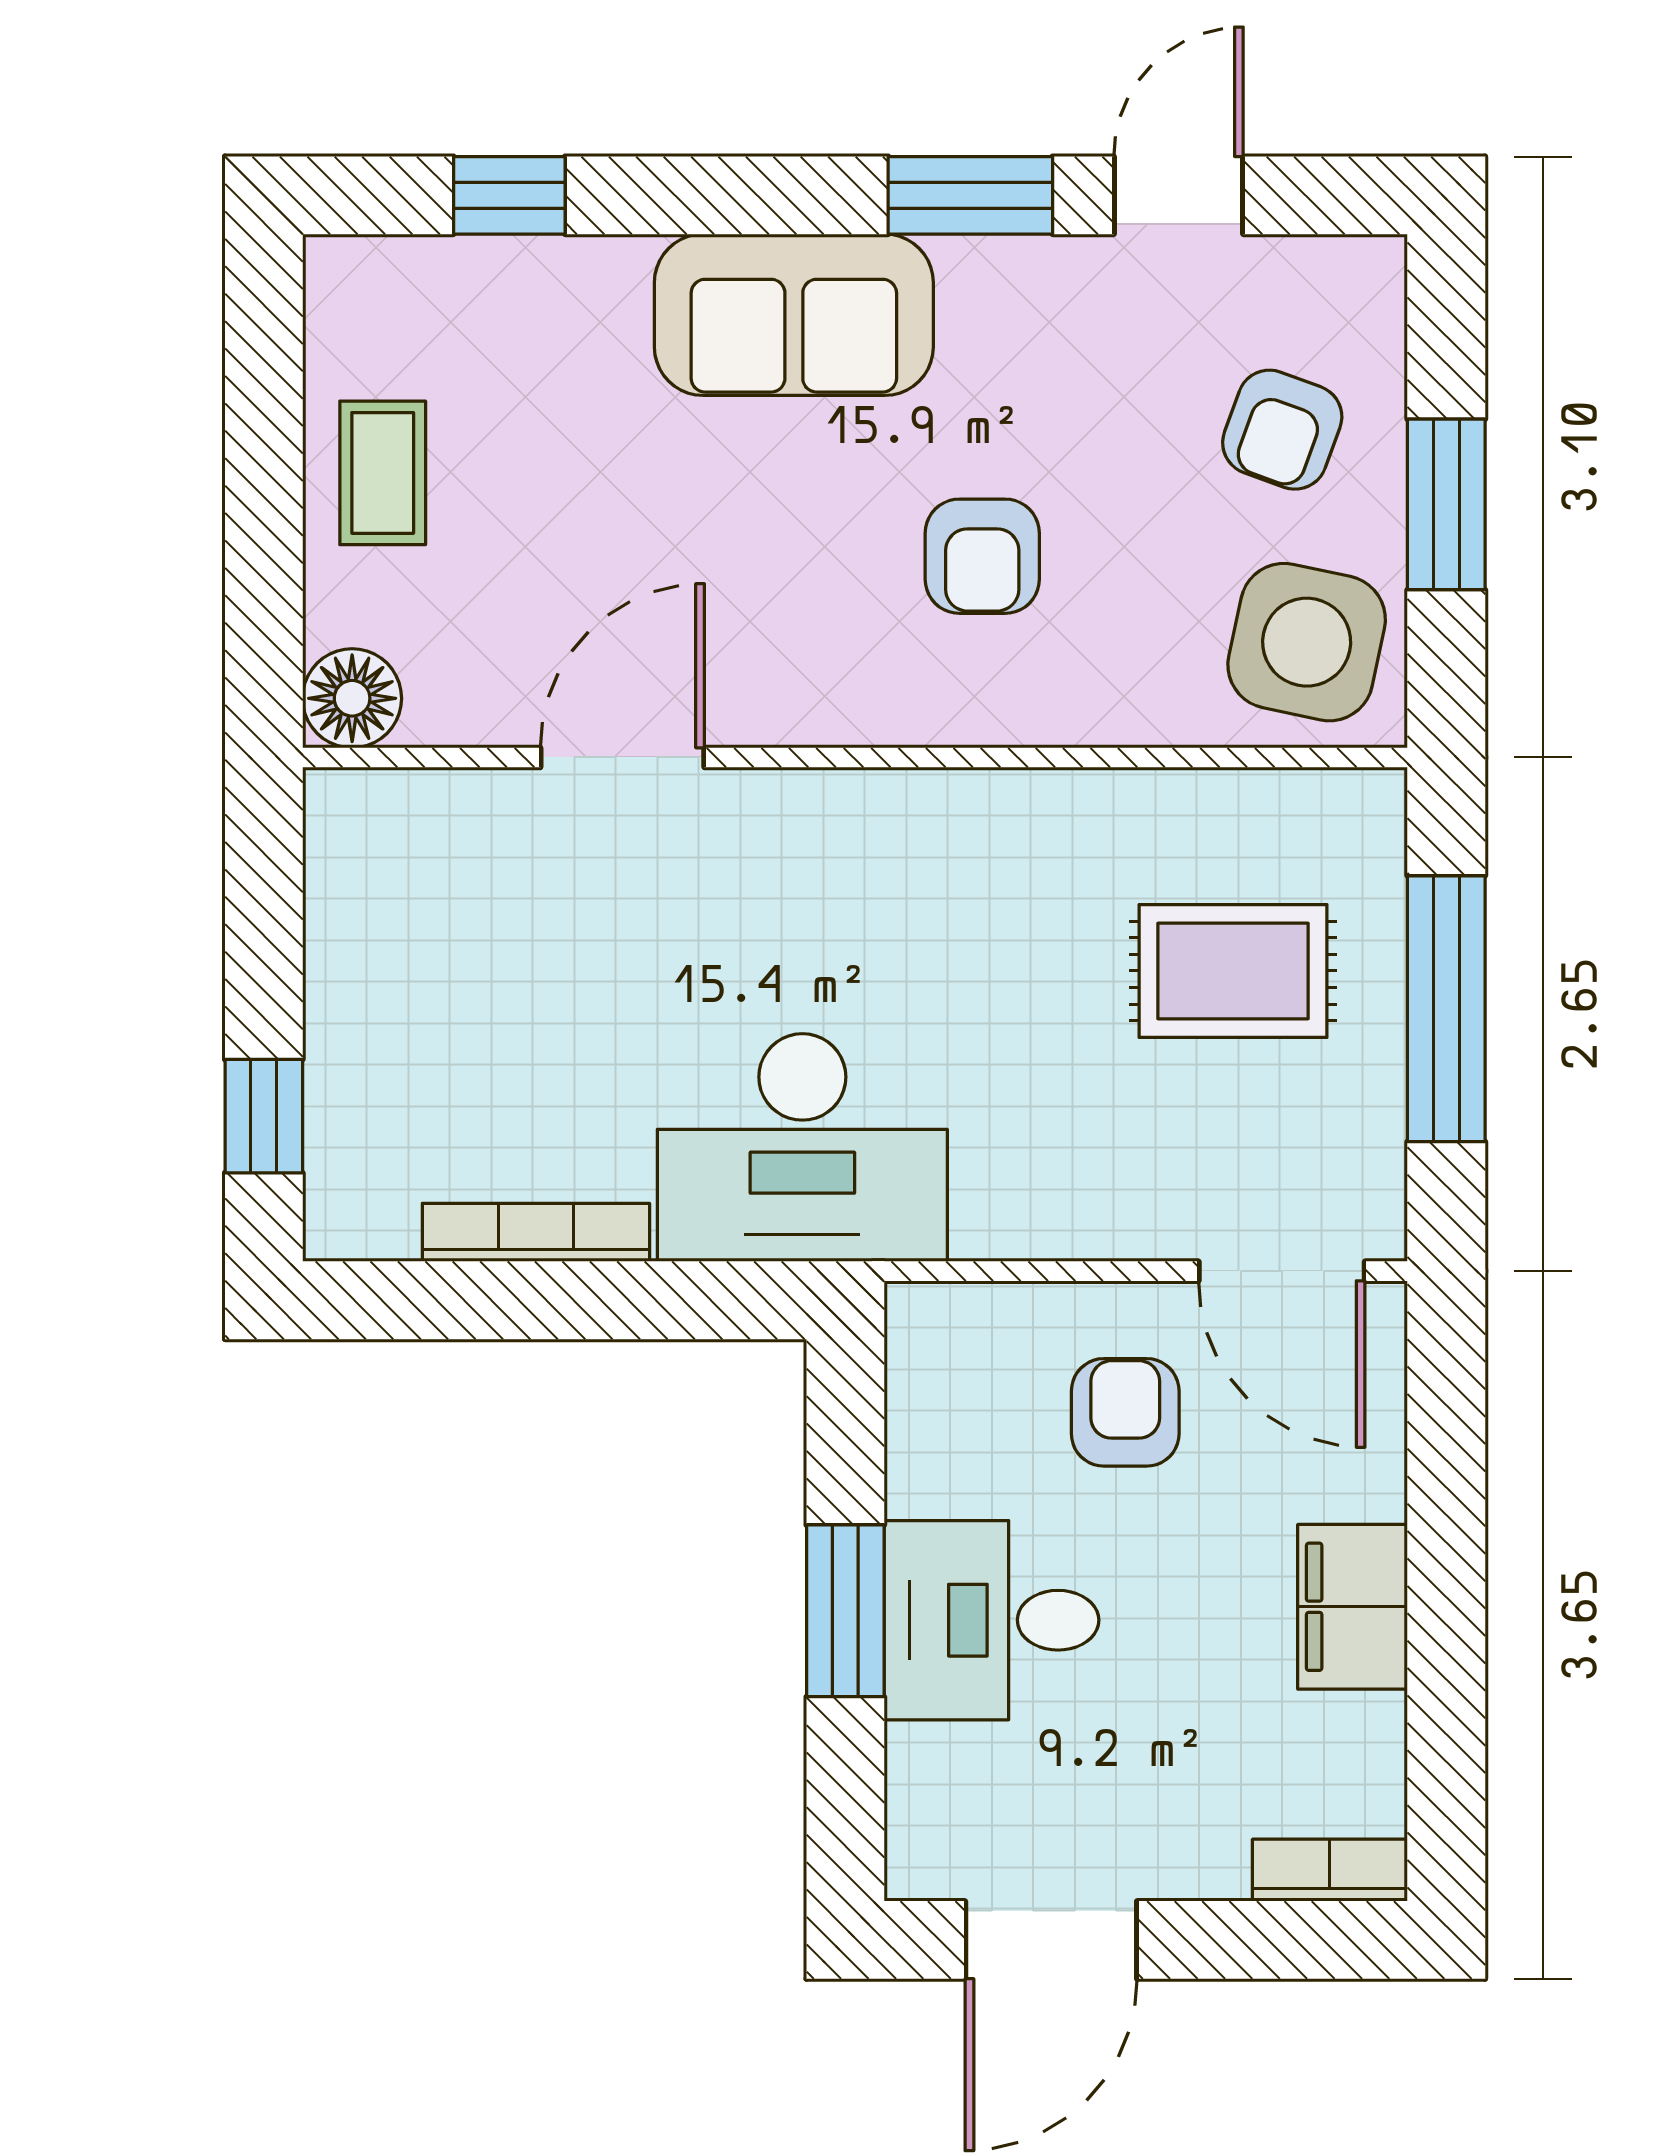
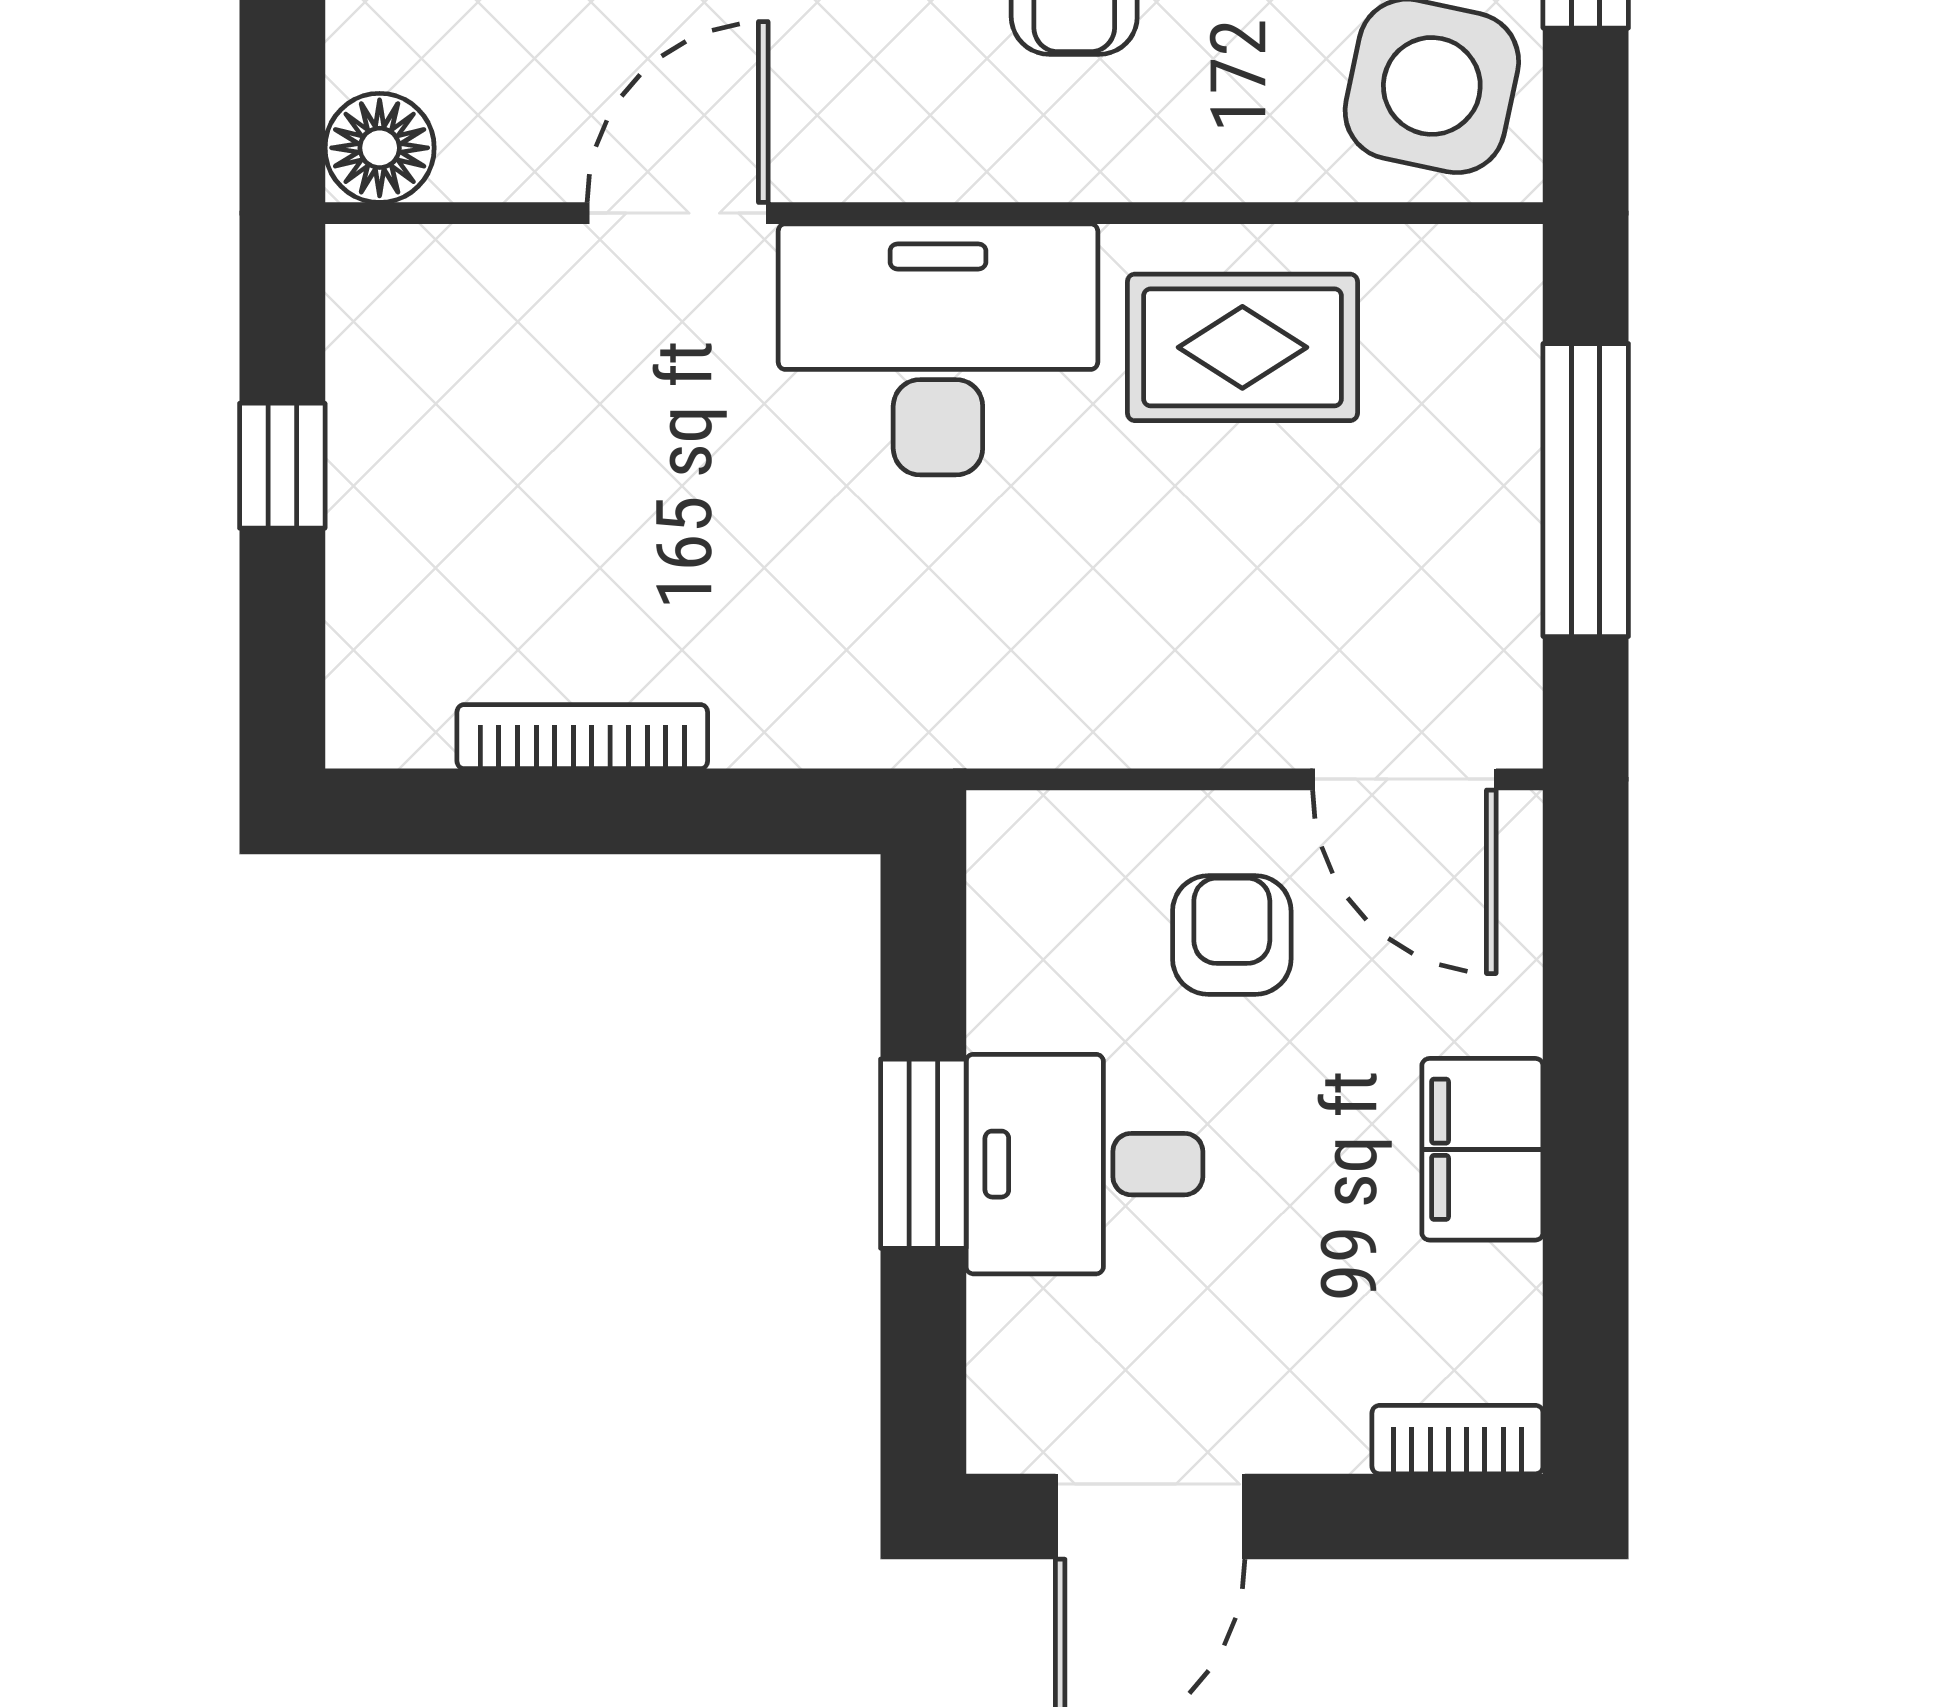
rug: (1233, 971) -> (1242, 347), moved
window: (264, 1116) -> (282, 466), moved
desk: (802, 1148) -> (938, 349), moved, turned 180

